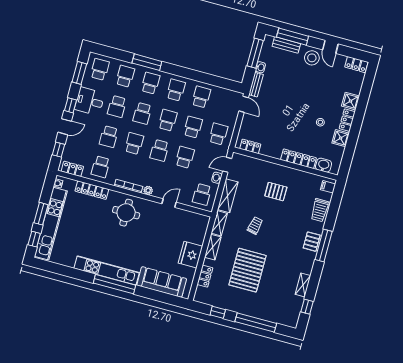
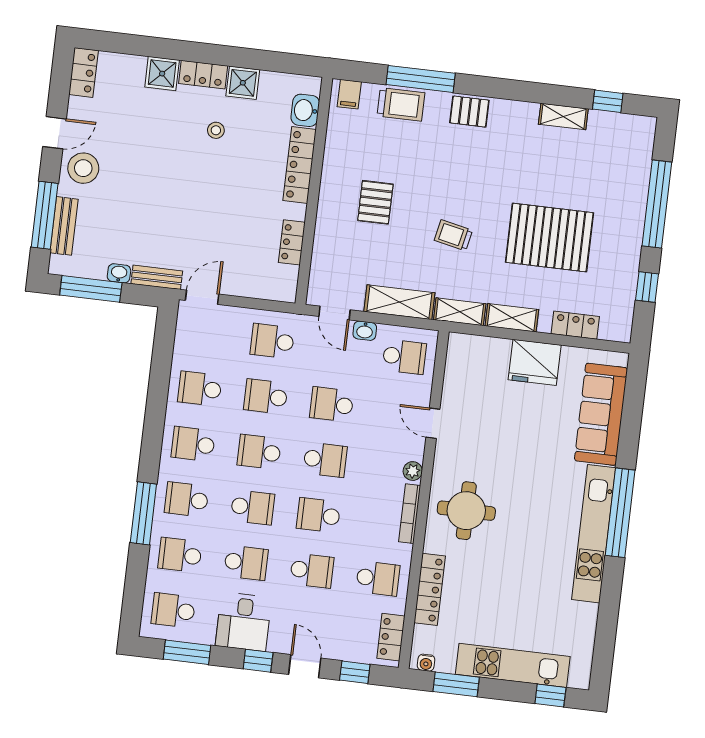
locker: (250, 146) -> (292, 242), moved
window: (41, 214) -> (456, 684), moved
kitchen unit: (51, 224) -> (513, 665), width x0.73
window: (324, 245) -> (421, 79), moved

